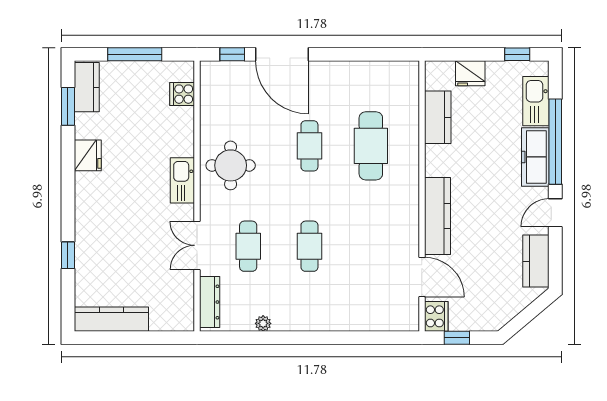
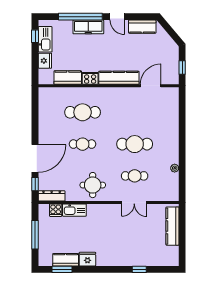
kitchen counter: (87, 87) -> (66, 260), moved
kitchen sink: (536, 101) -> (45, 39), moved, turned -90
kitchen sink: (182, 180) -> (74, 210), moved
cafe table: (309, 246) -> (135, 144), width x1.37, depth x1.35
dresser: (210, 302) -> (52, 196), moved
cooker: (436, 316) -> (90, 78), moved
kitchen counter: (111, 319) -> (172, 226), moved

